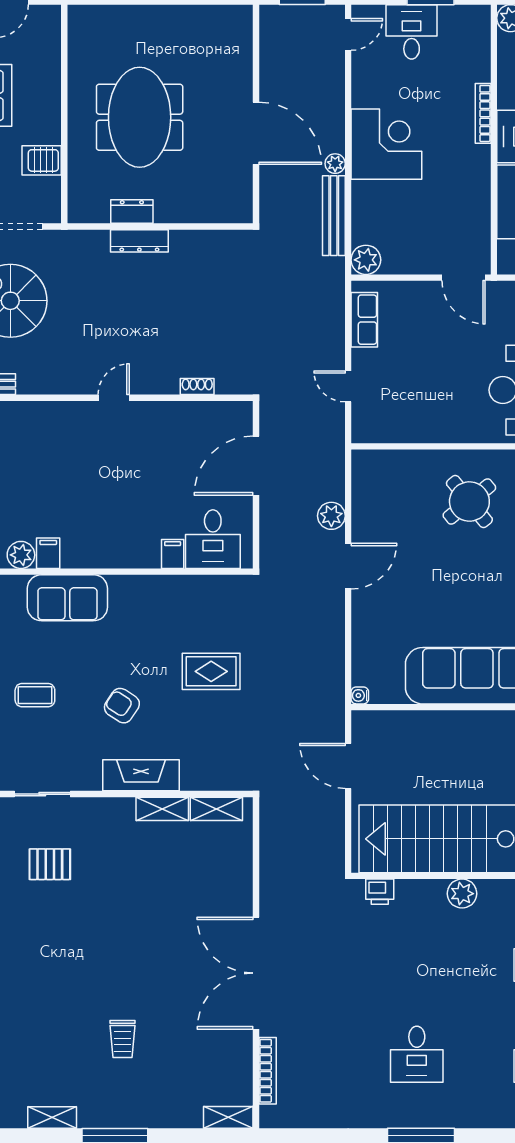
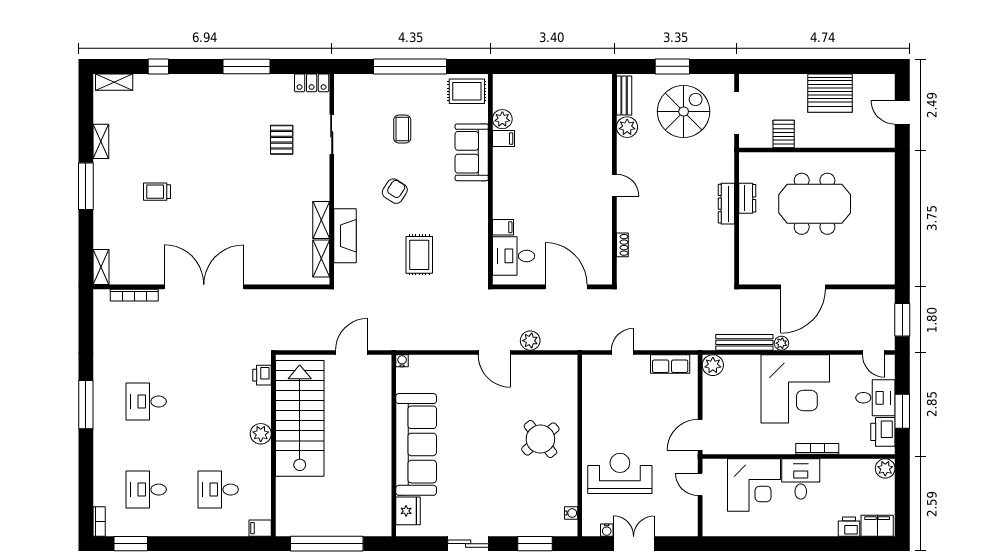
printer: (459, 21) -> (883, 432), added
corner desk: (386, 144) -> (795, 389), width x1.36, depth x1.36
plant: (32, 380) -> (627, 127), added
fireplace: (141, 775) -> (345, 236), moved

